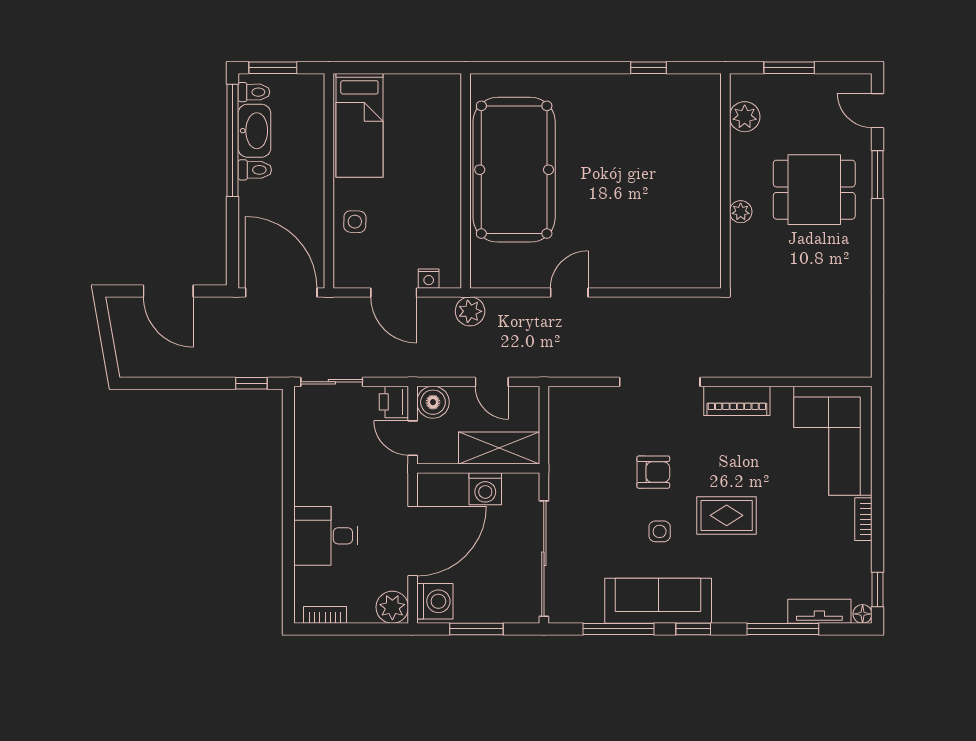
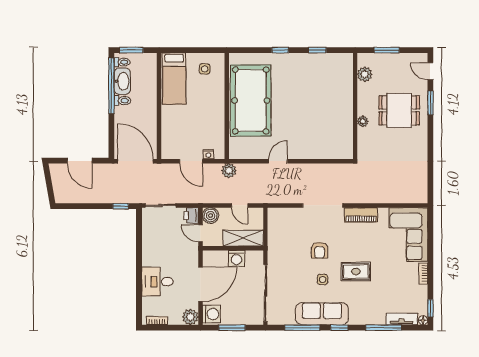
window: (574, 68) -> (280, 50), added
side table: (355, 222) -> (205, 69), moved
armchair: (653, 472) -> (320, 250), turned 90

